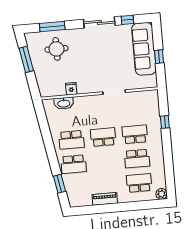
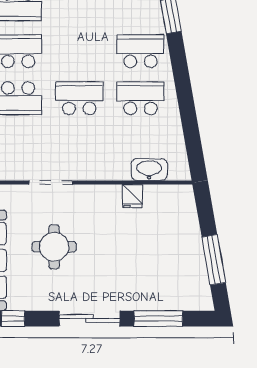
sliding door: (99, 22) -> (90, 319), moved
round table: (56, 49) -> (54, 247), moved
school desk: (103, 137) -> (79, 98), turned 180

